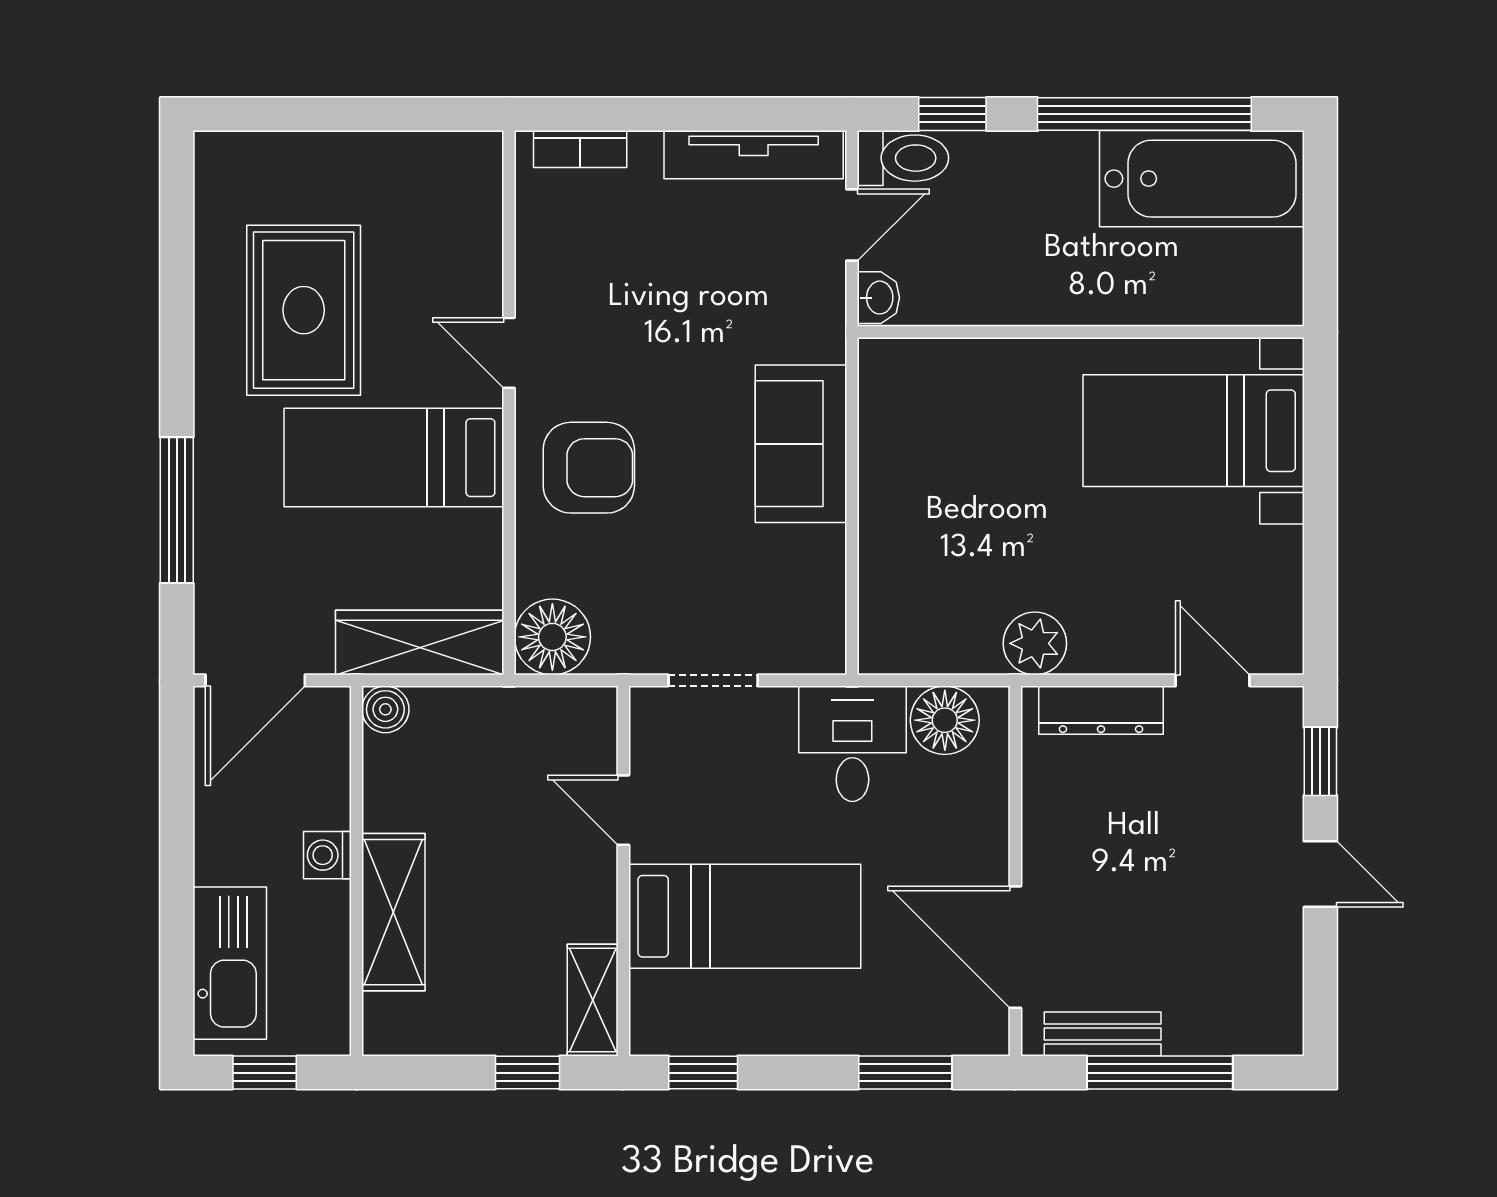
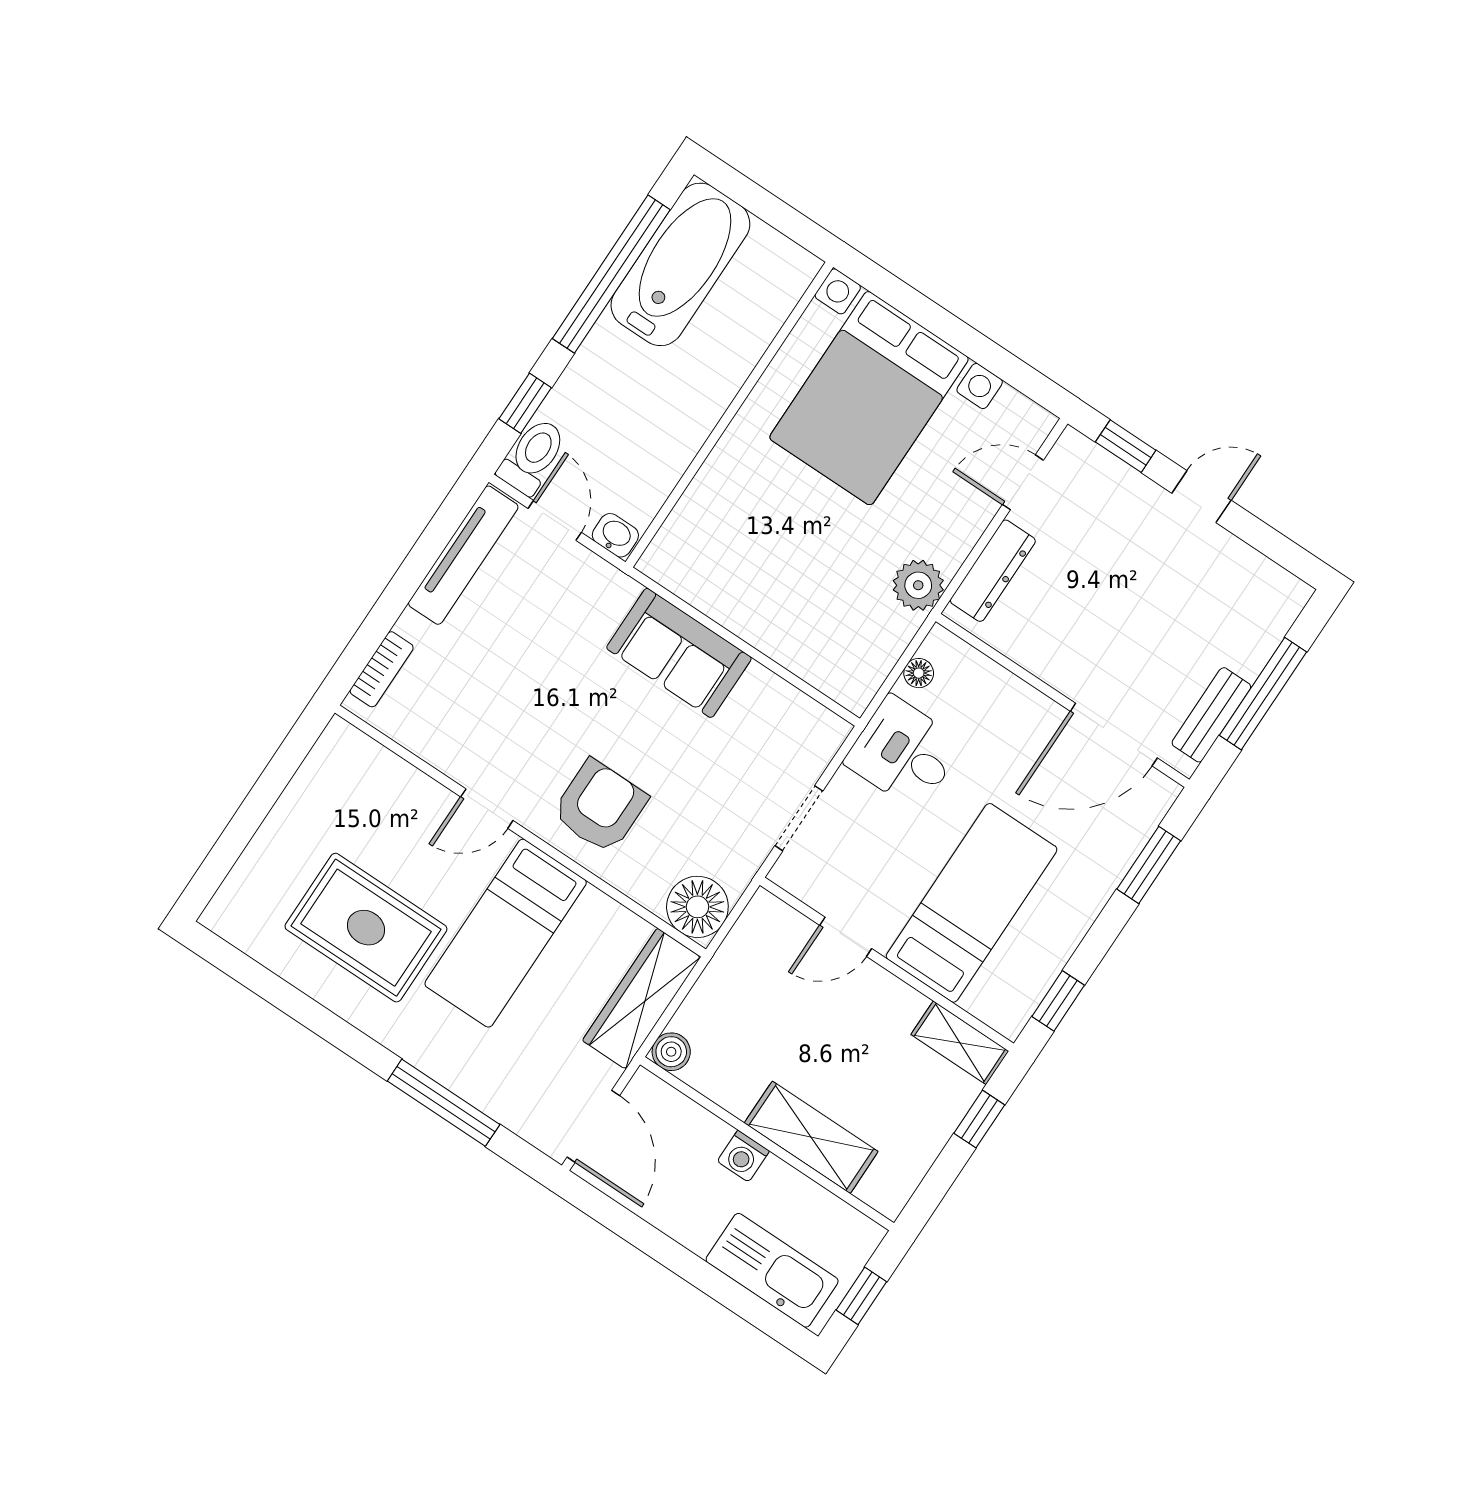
bed with nightstands: (1194, 431) -> (869, 398), width x1.36
floor lamp: (945, 720) -> (919, 673), width x0.53, depth x0.53

